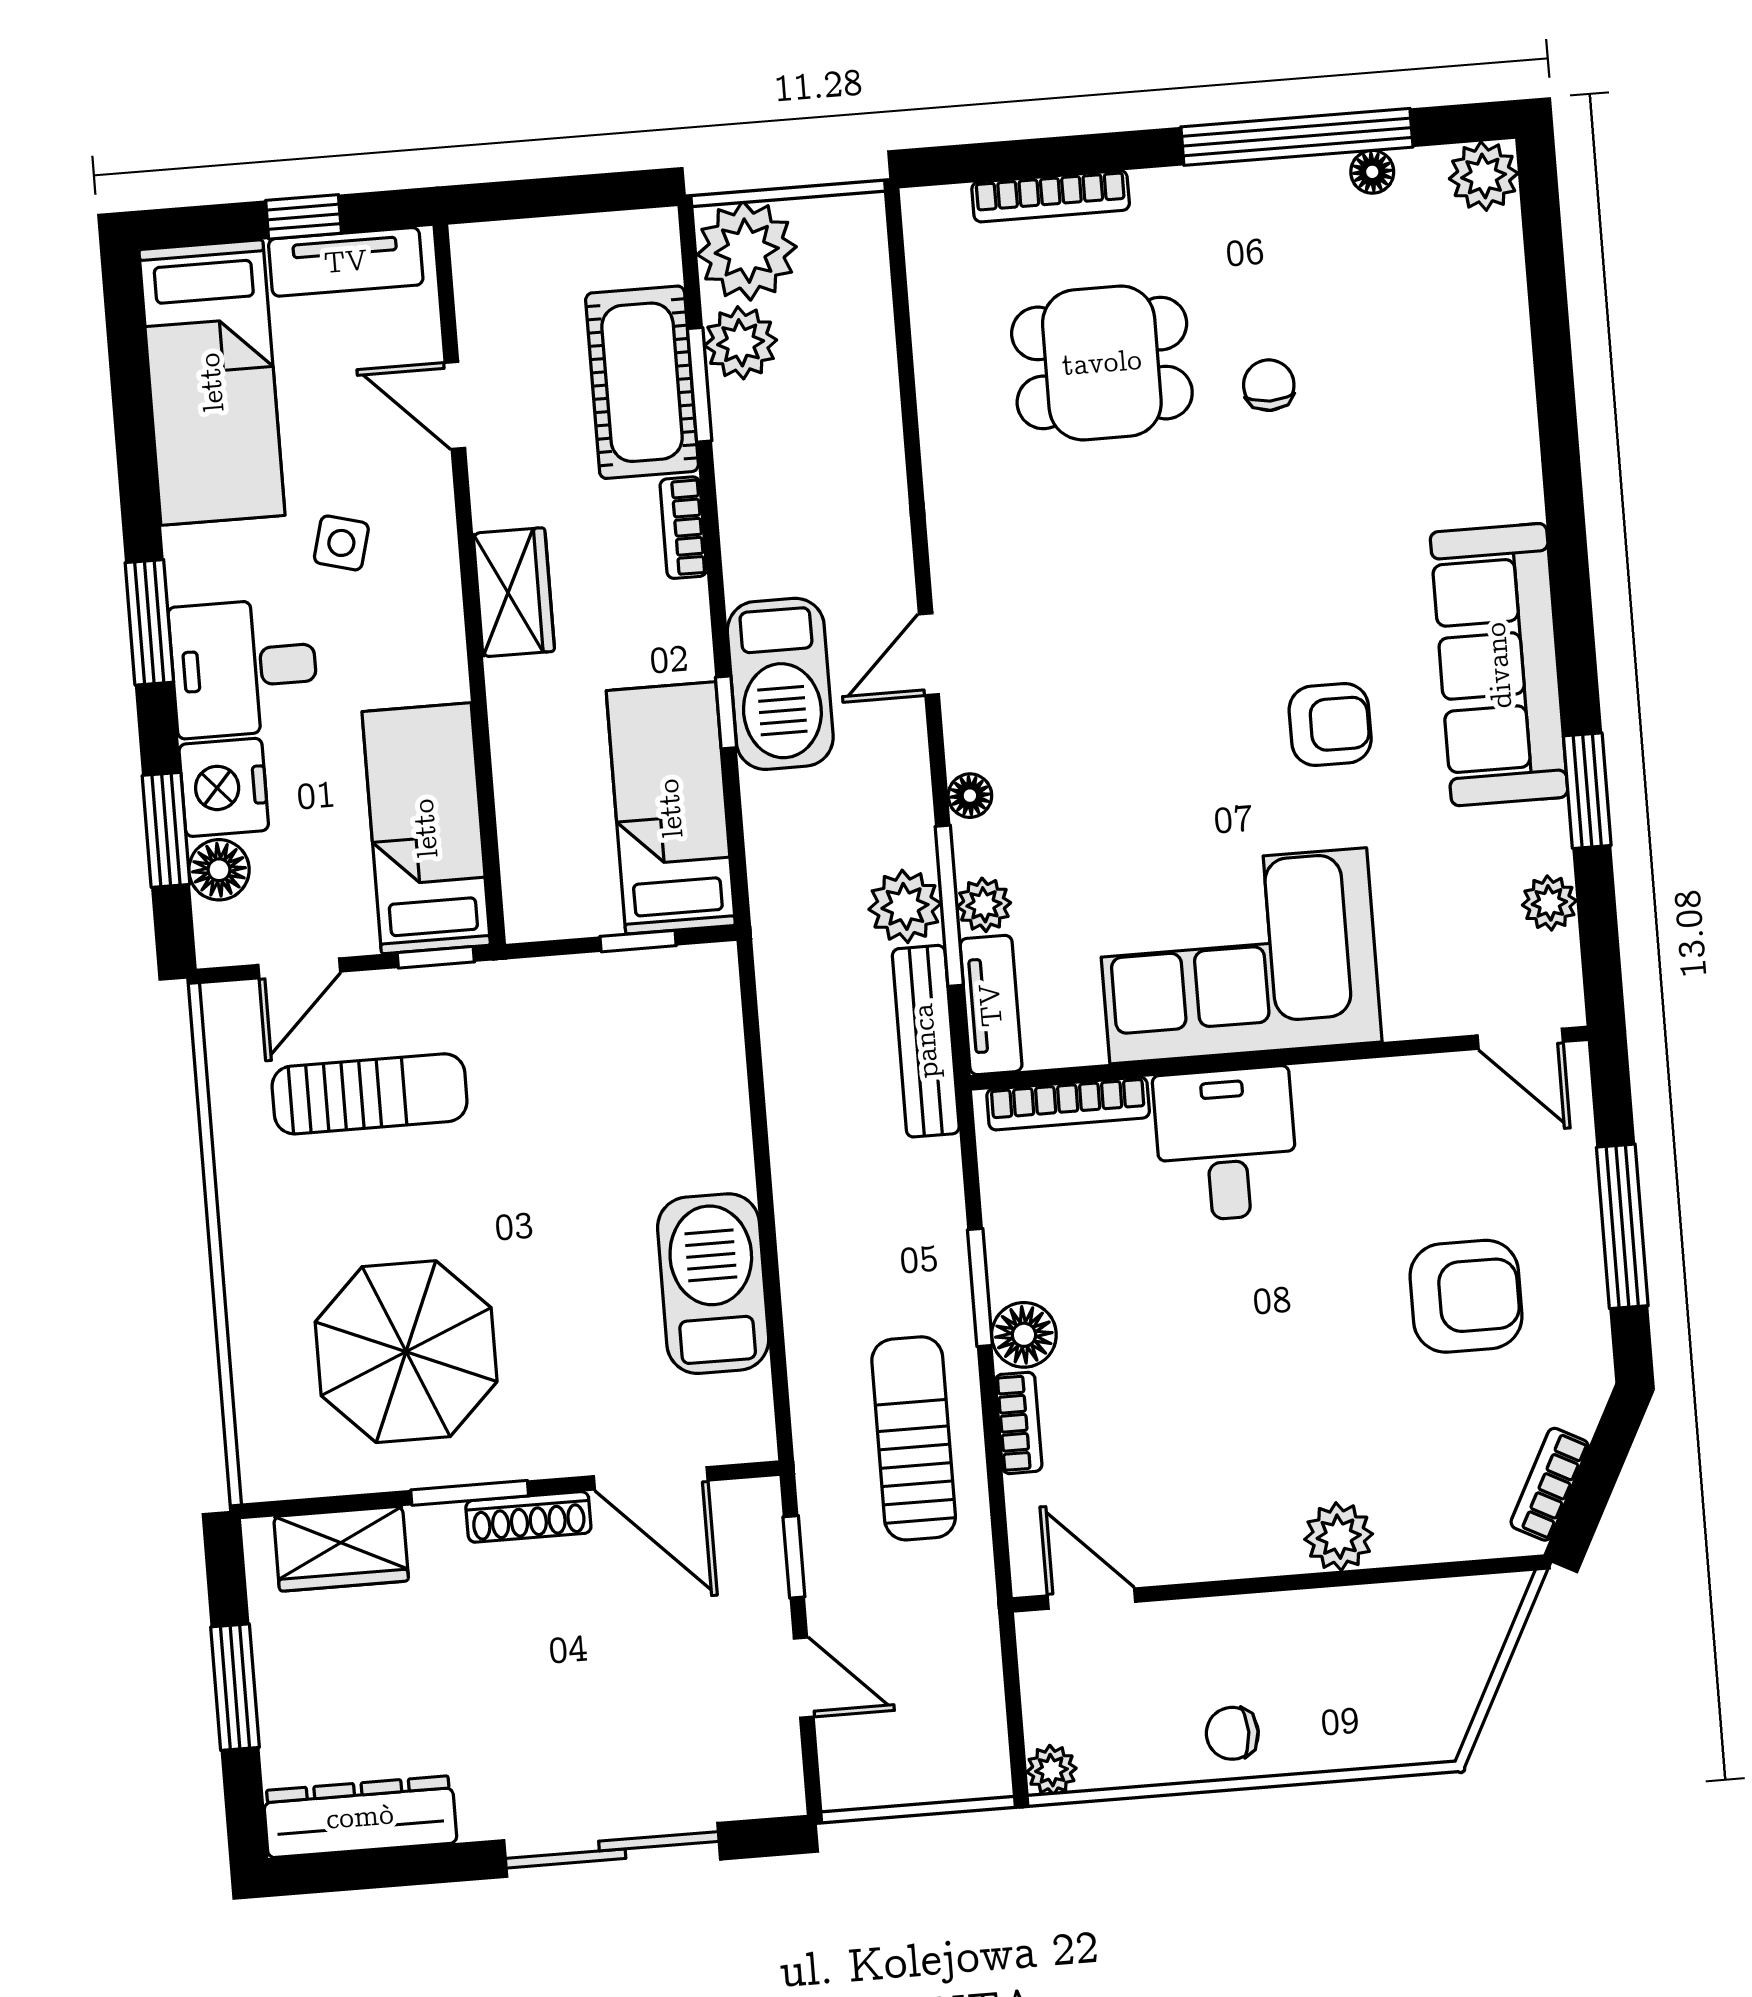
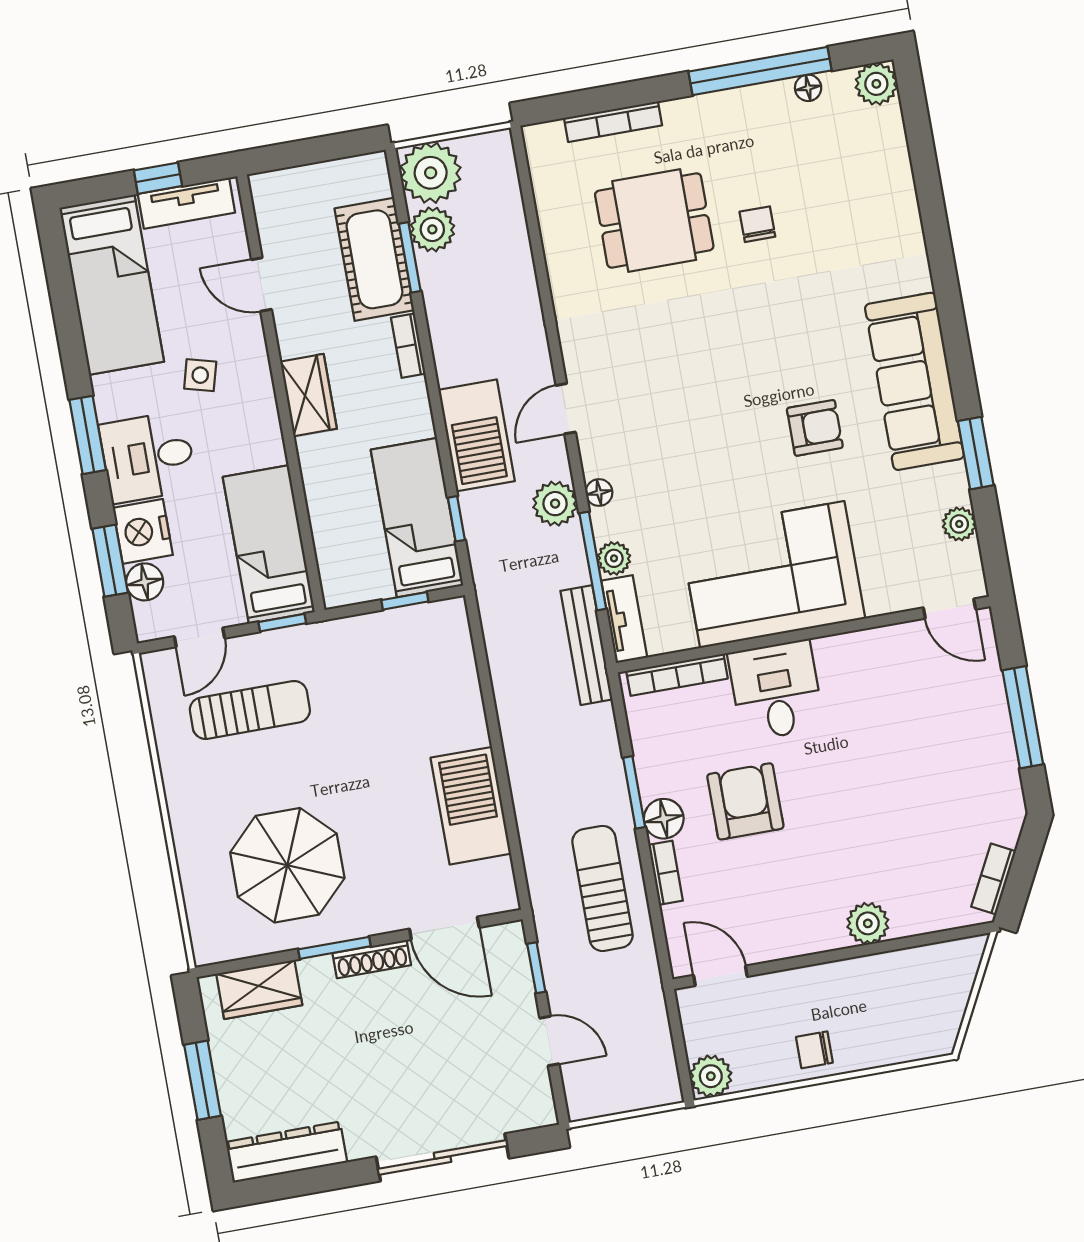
window: (726, 712) -> (456, 519), moved
plant: (905, 906) -> (555, 504), moved
armchair: (1466, 1296) -> (745, 801), moved, turned -90
plant: (1052, 1770) -> (711, 1076), width x1.38, depth x1.38

